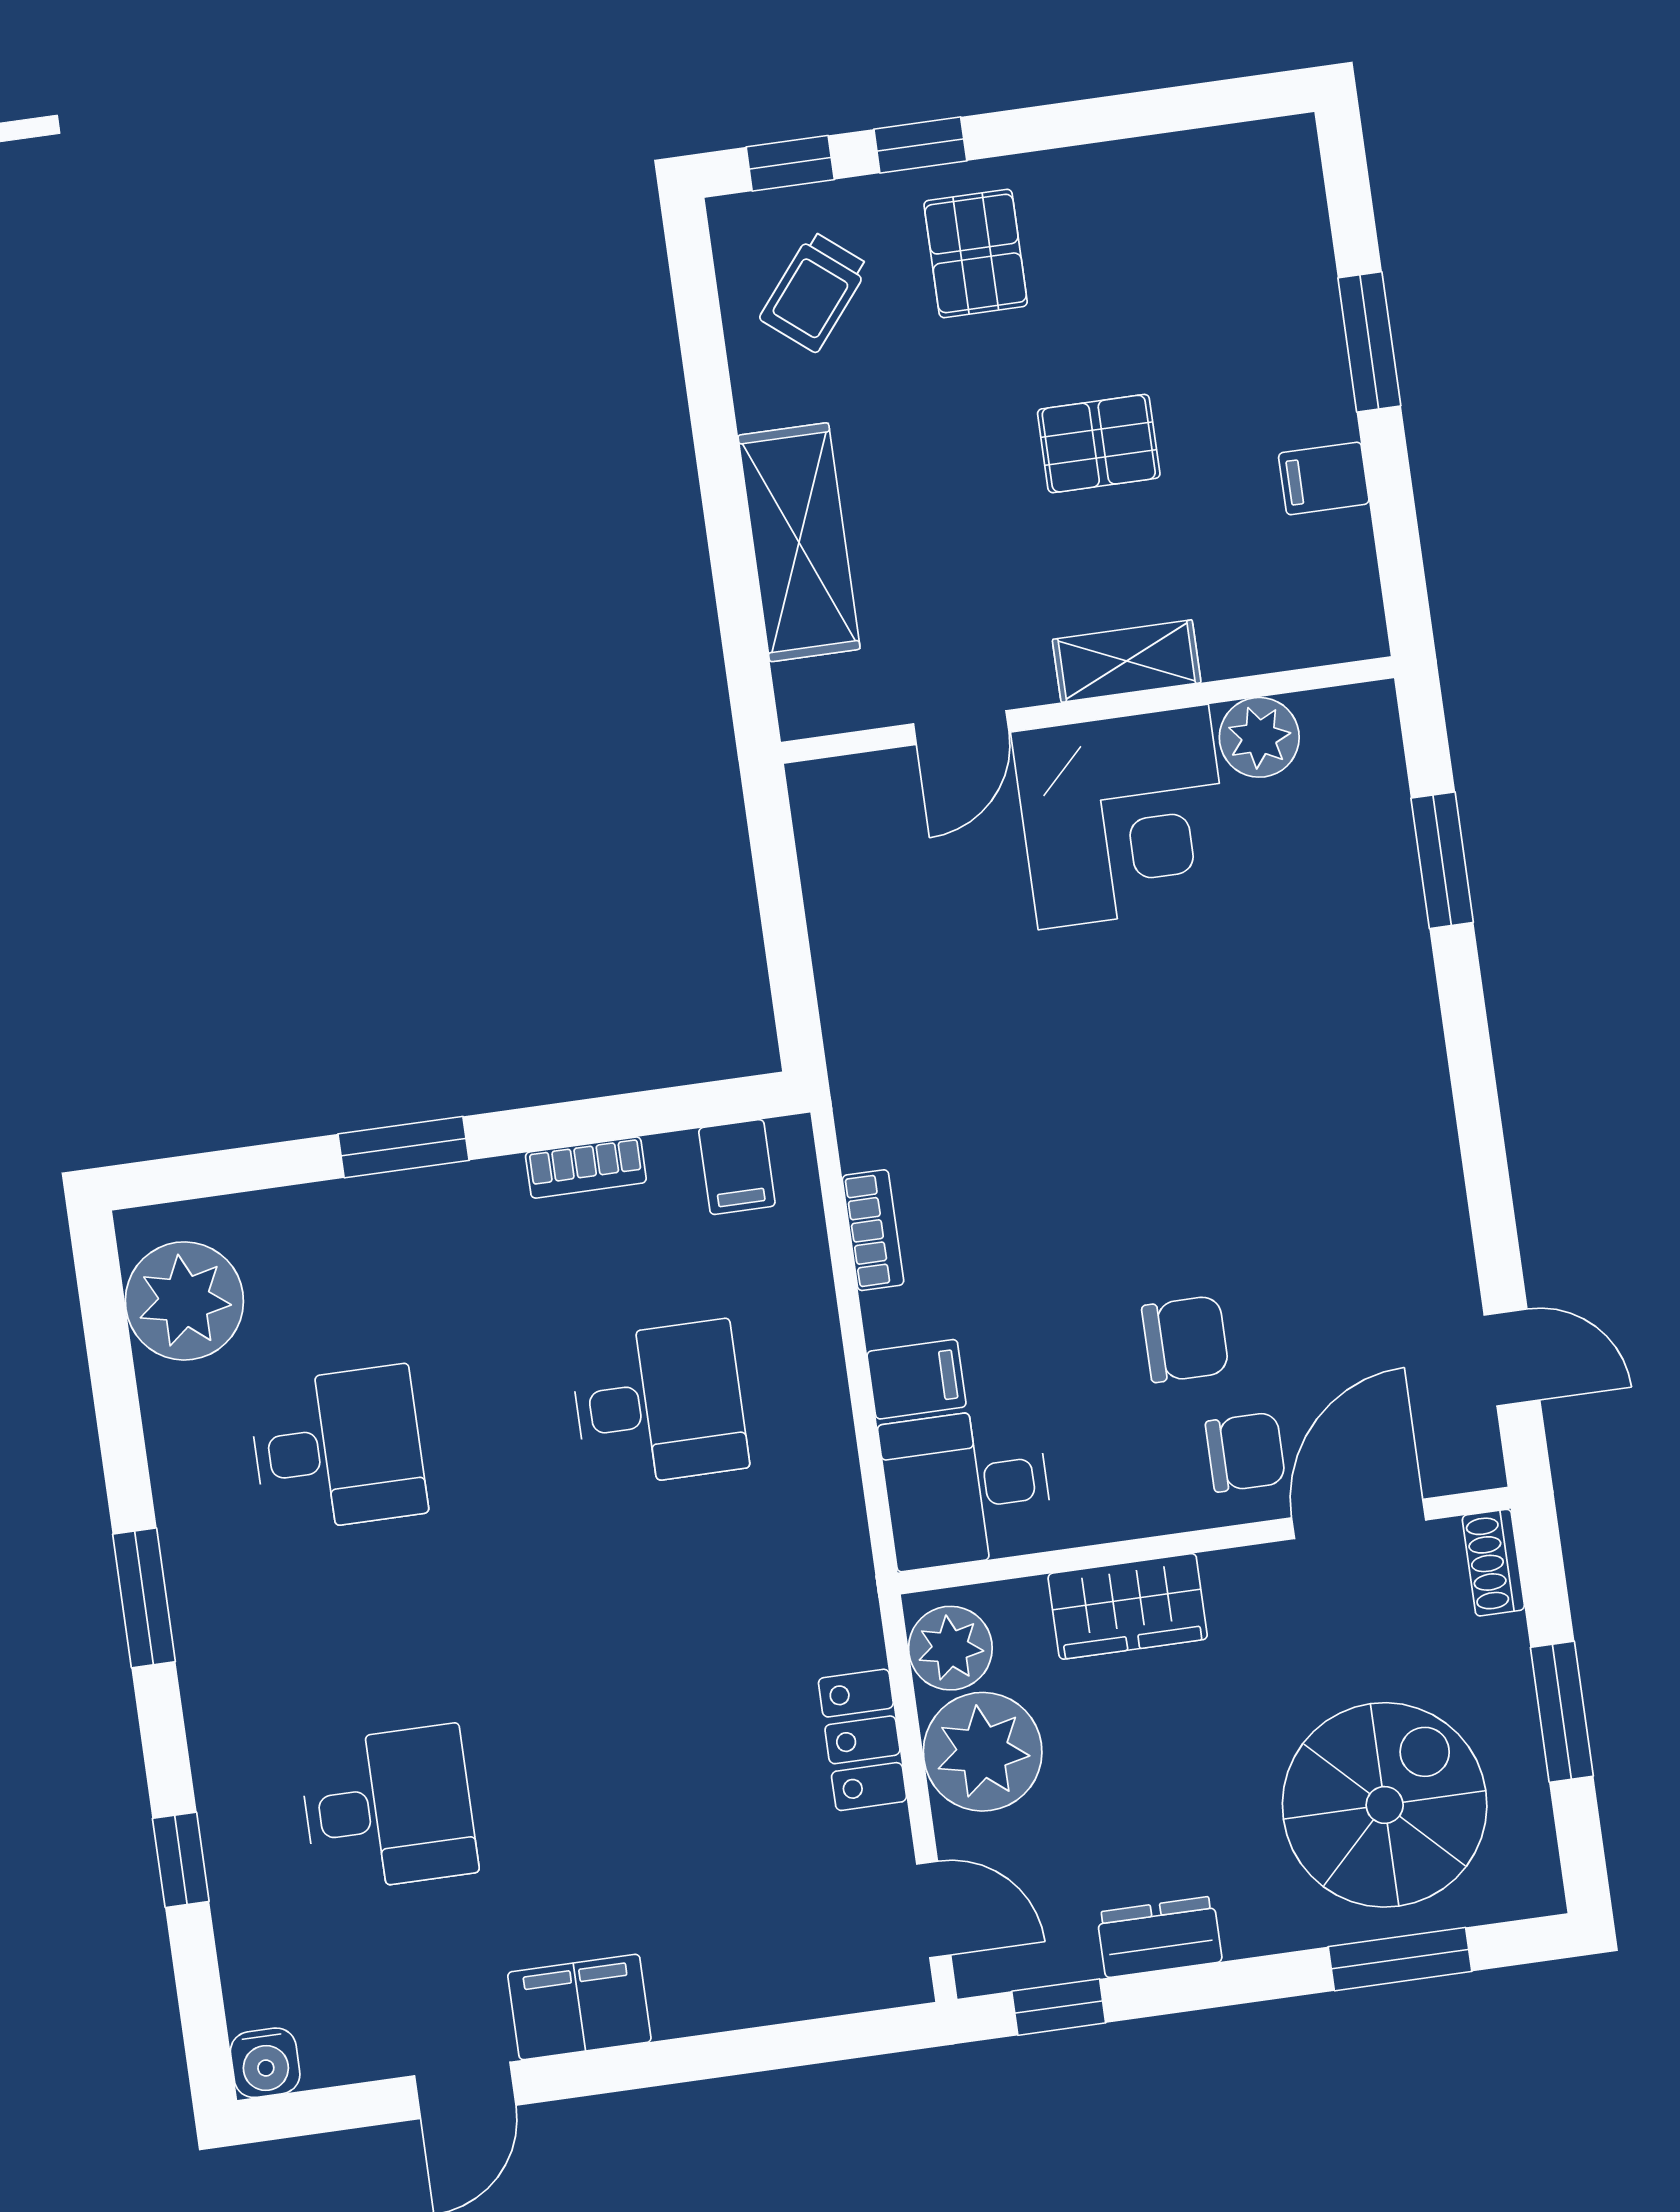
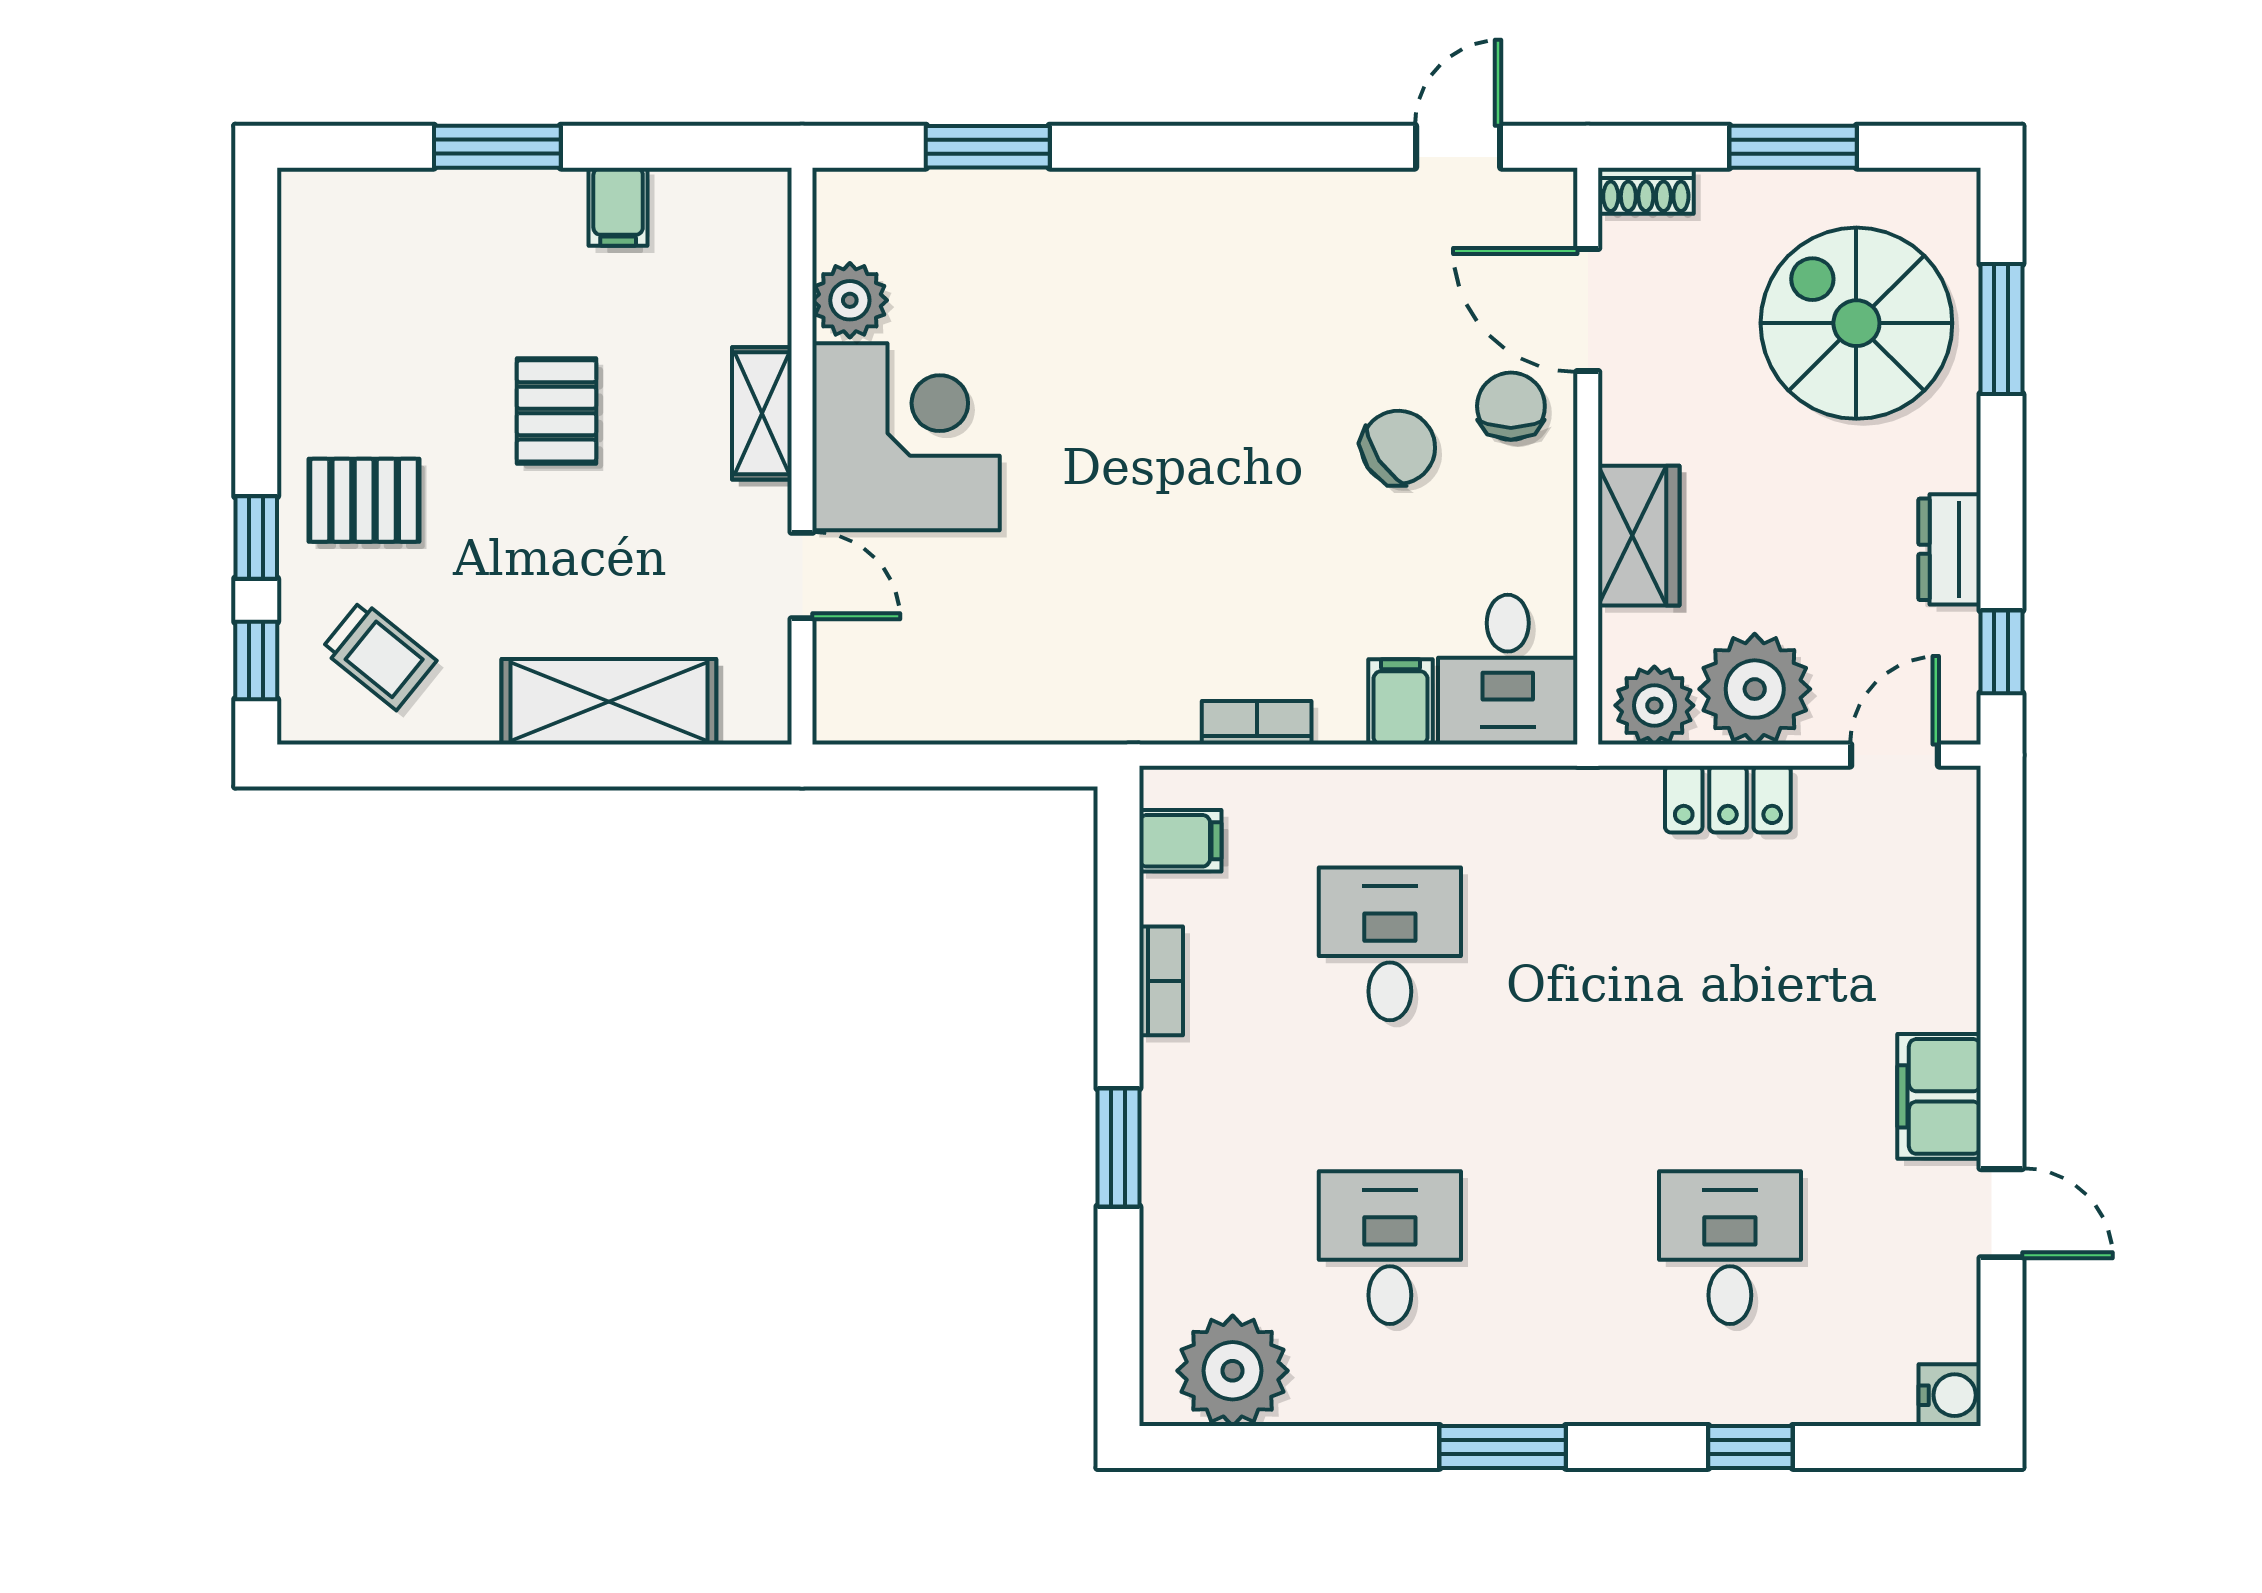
chair: (1185, 1339) -> (1398, 447), turned 56

